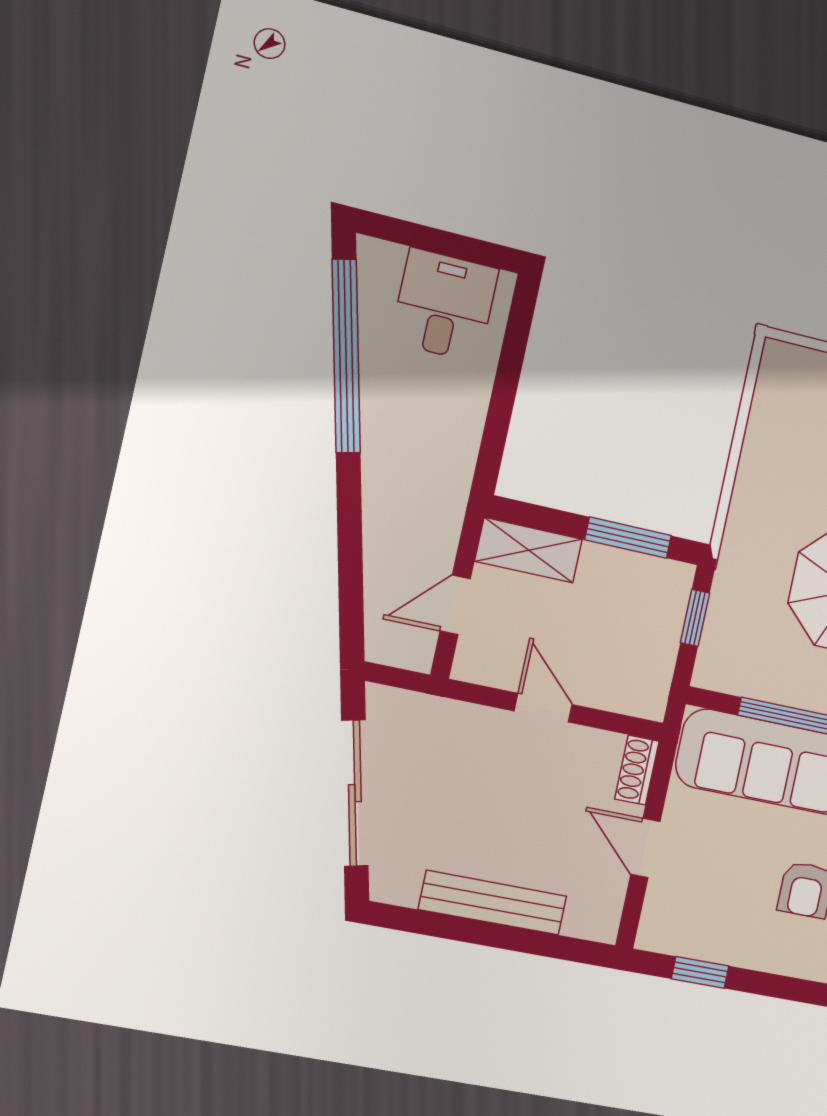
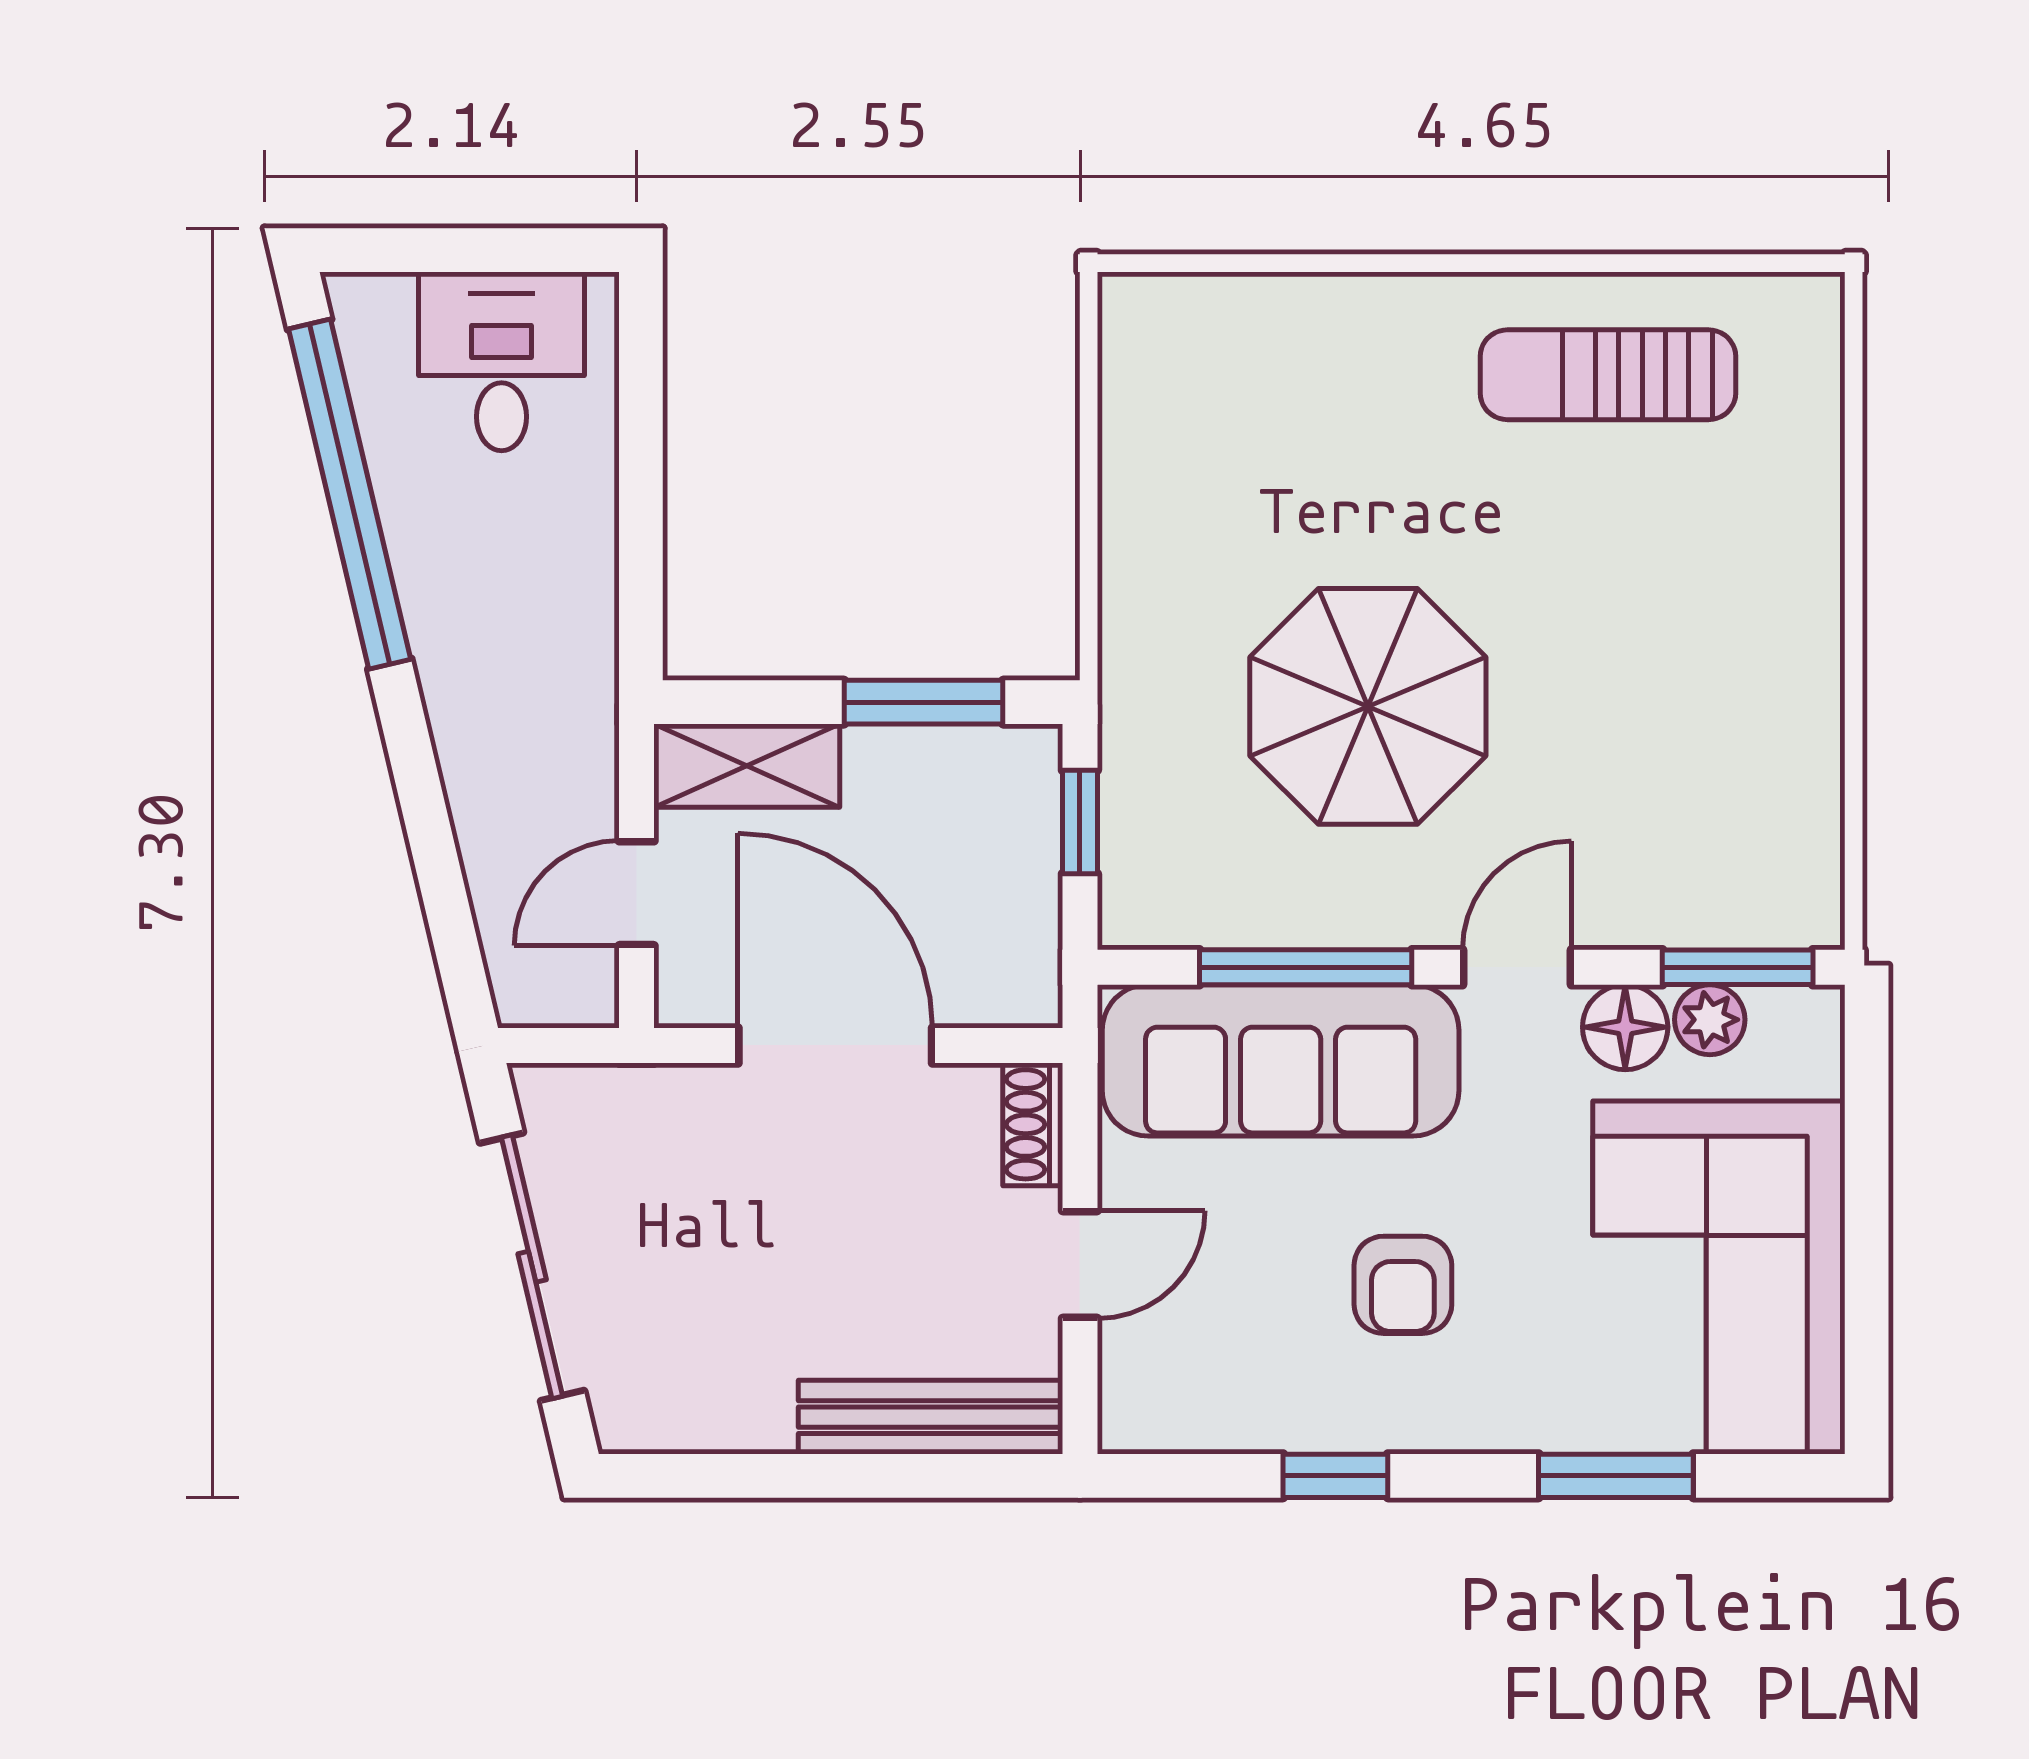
door: (543, 708) -> (835, 1045), width x1.87
door: (645, 848) -> (1080, 1265), swing flipped
bench: (493, 903) -> (931, 1417), moved
window: (700, 972) -> (1335, 1476), moved

